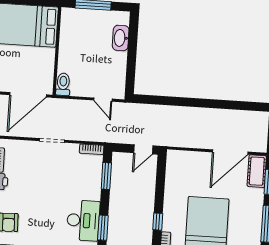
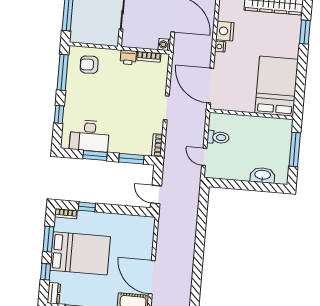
toilet: (63, 84) -> (218, 137), moved
door: (103, 100) -> (204, 157), hinge flipped
window: (103, 228) -> (95, 156), moved

